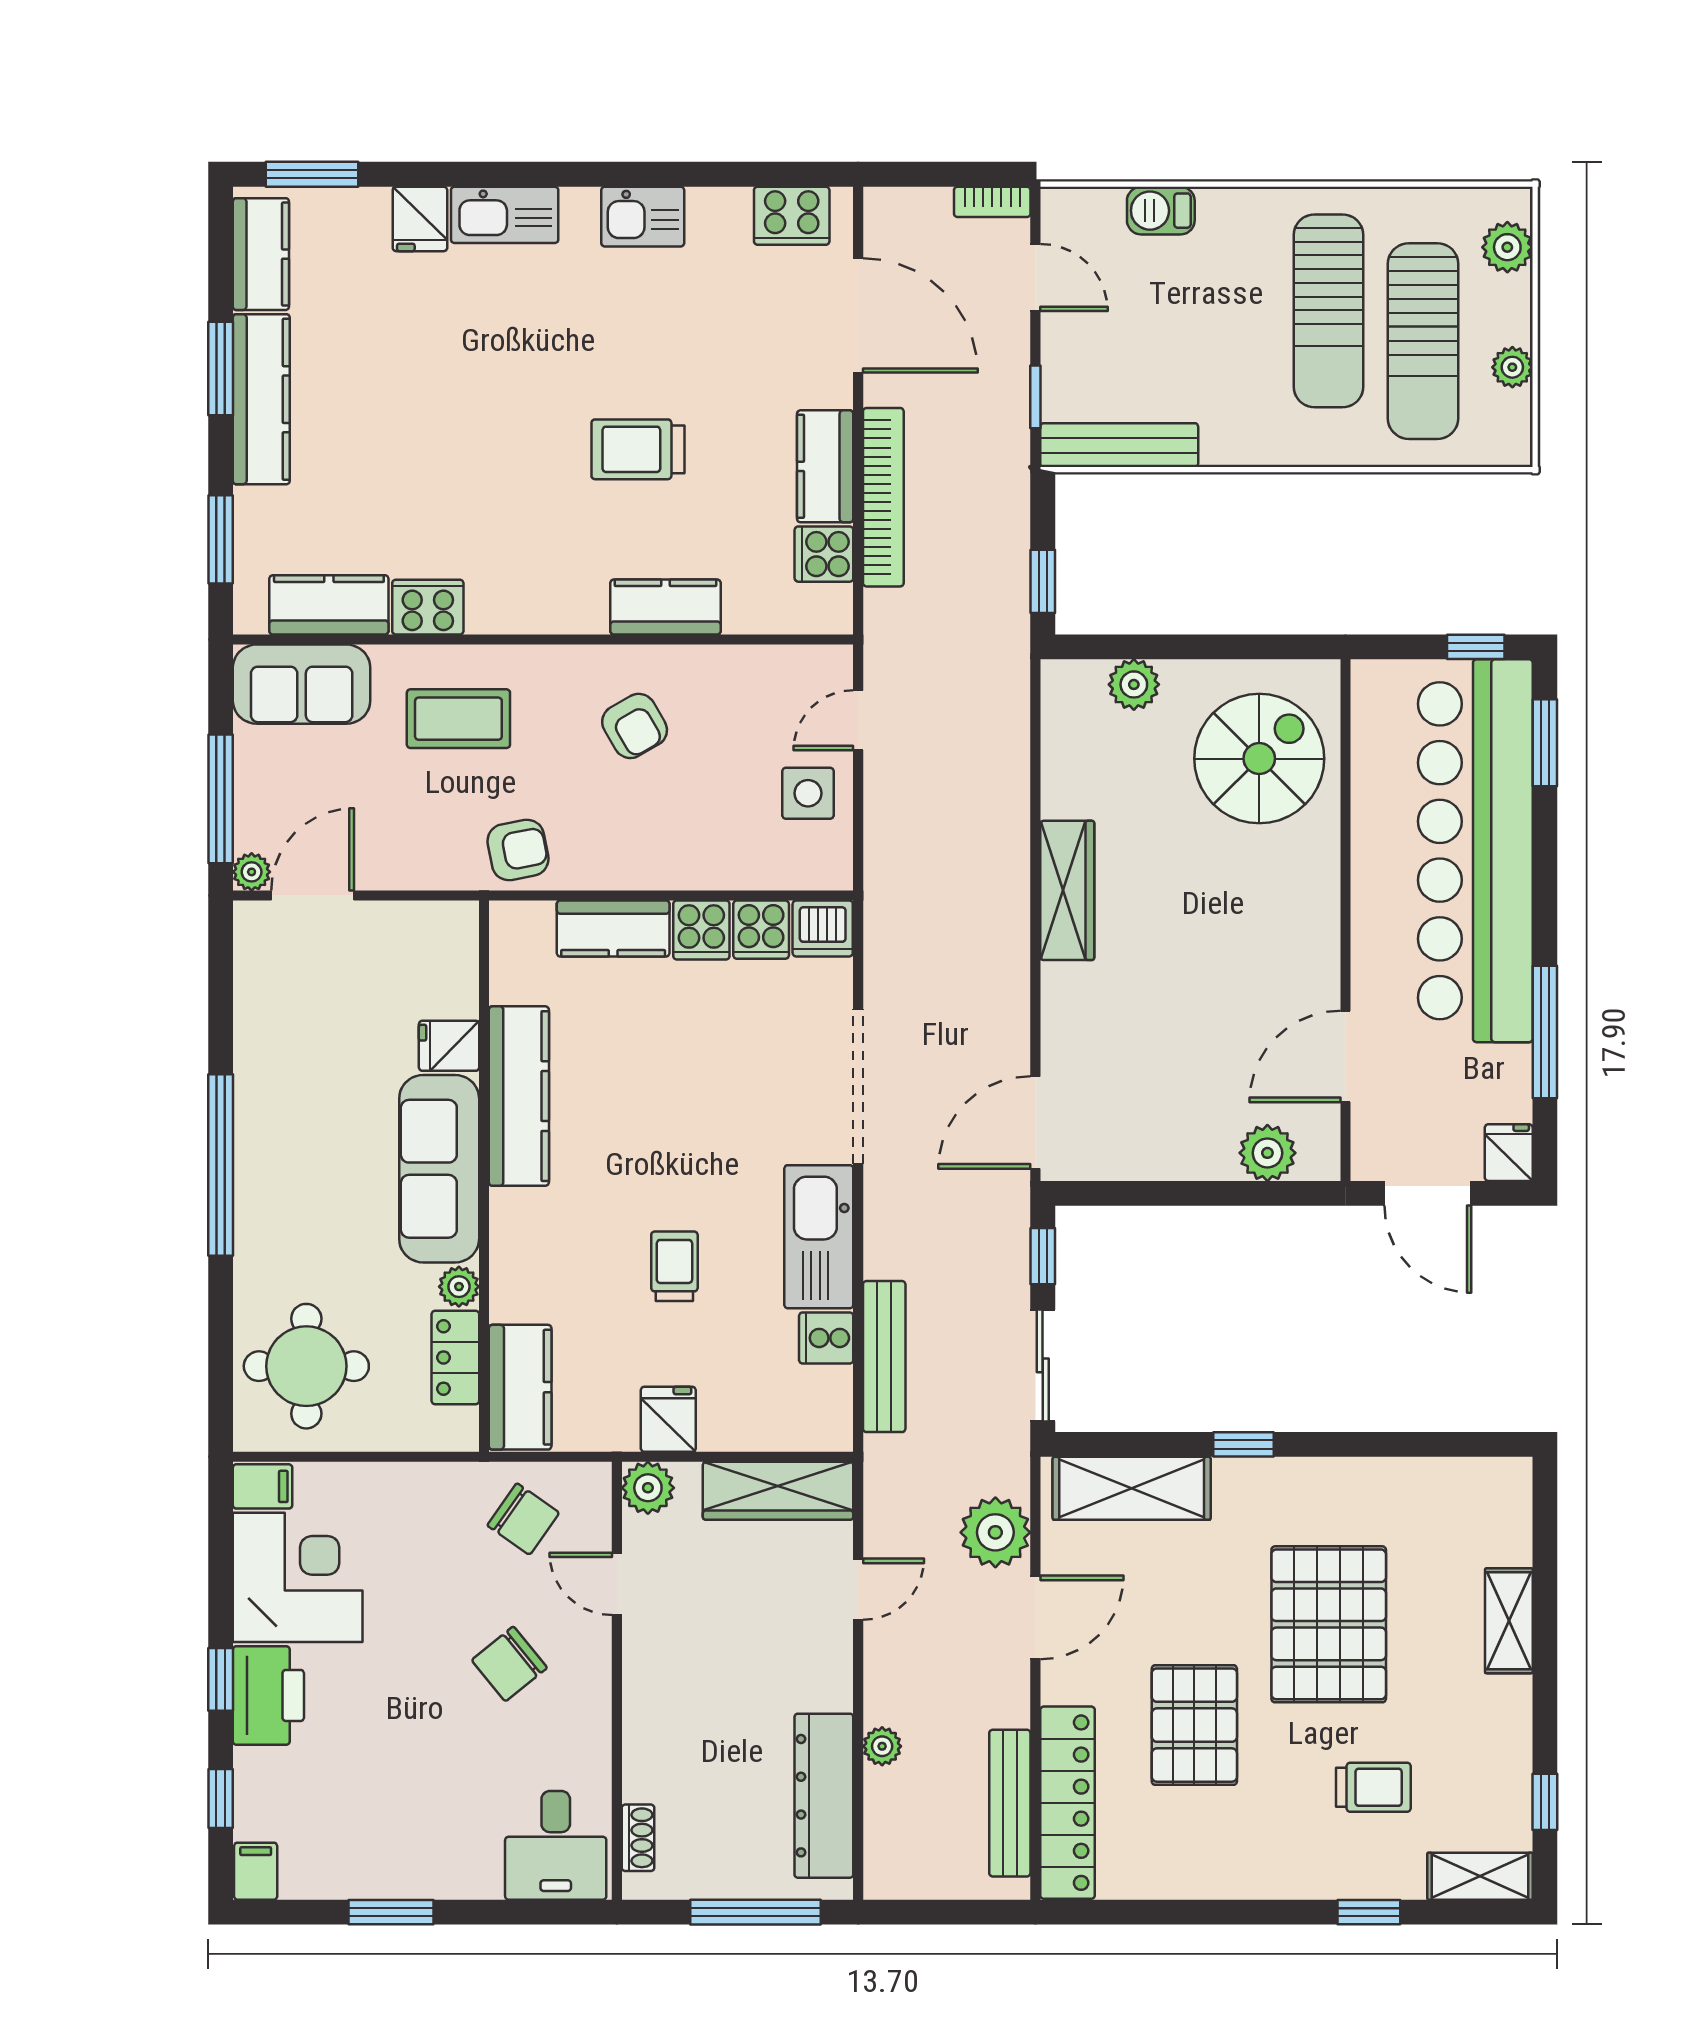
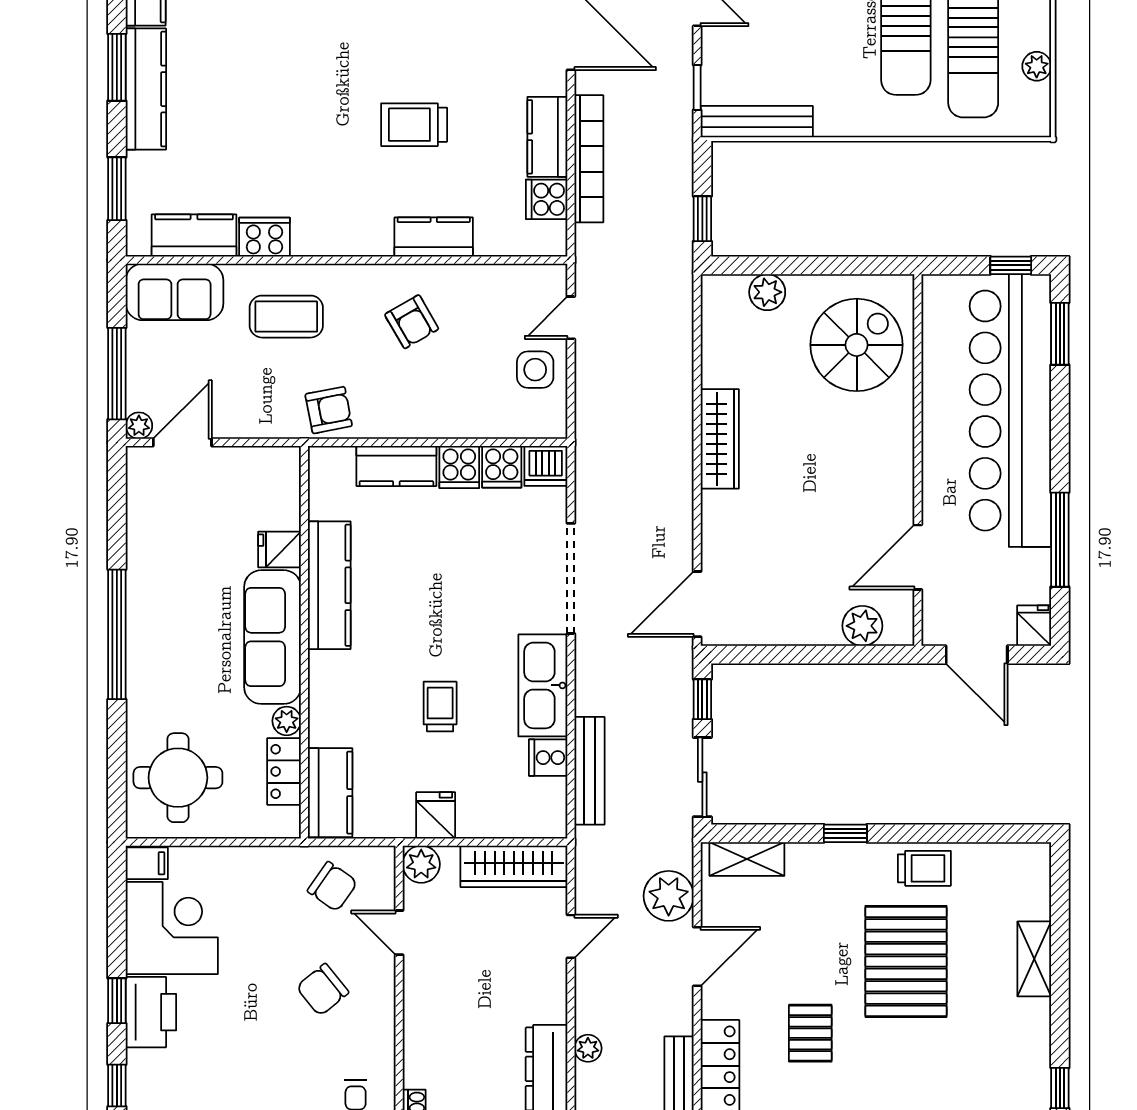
shelving: (1132, 1488) -> (747, 859), width x0.67, depth x0.75
pallet: (1194, 1725) -> (810, 1033), width x0.67, depth x0.71
trolley: (1373, 1787) -> (924, 868), moved

